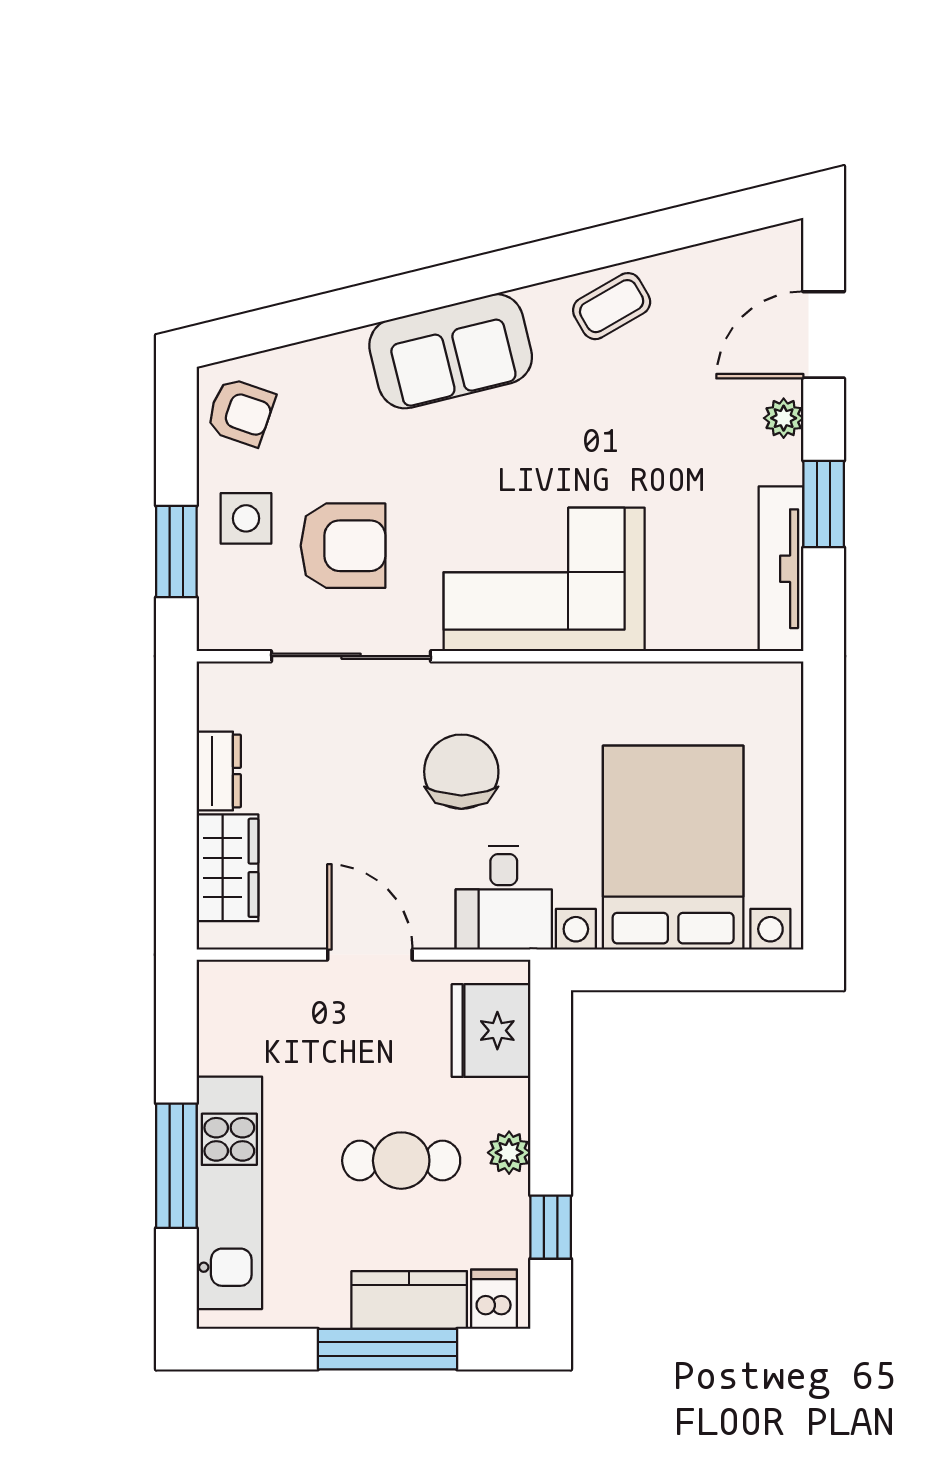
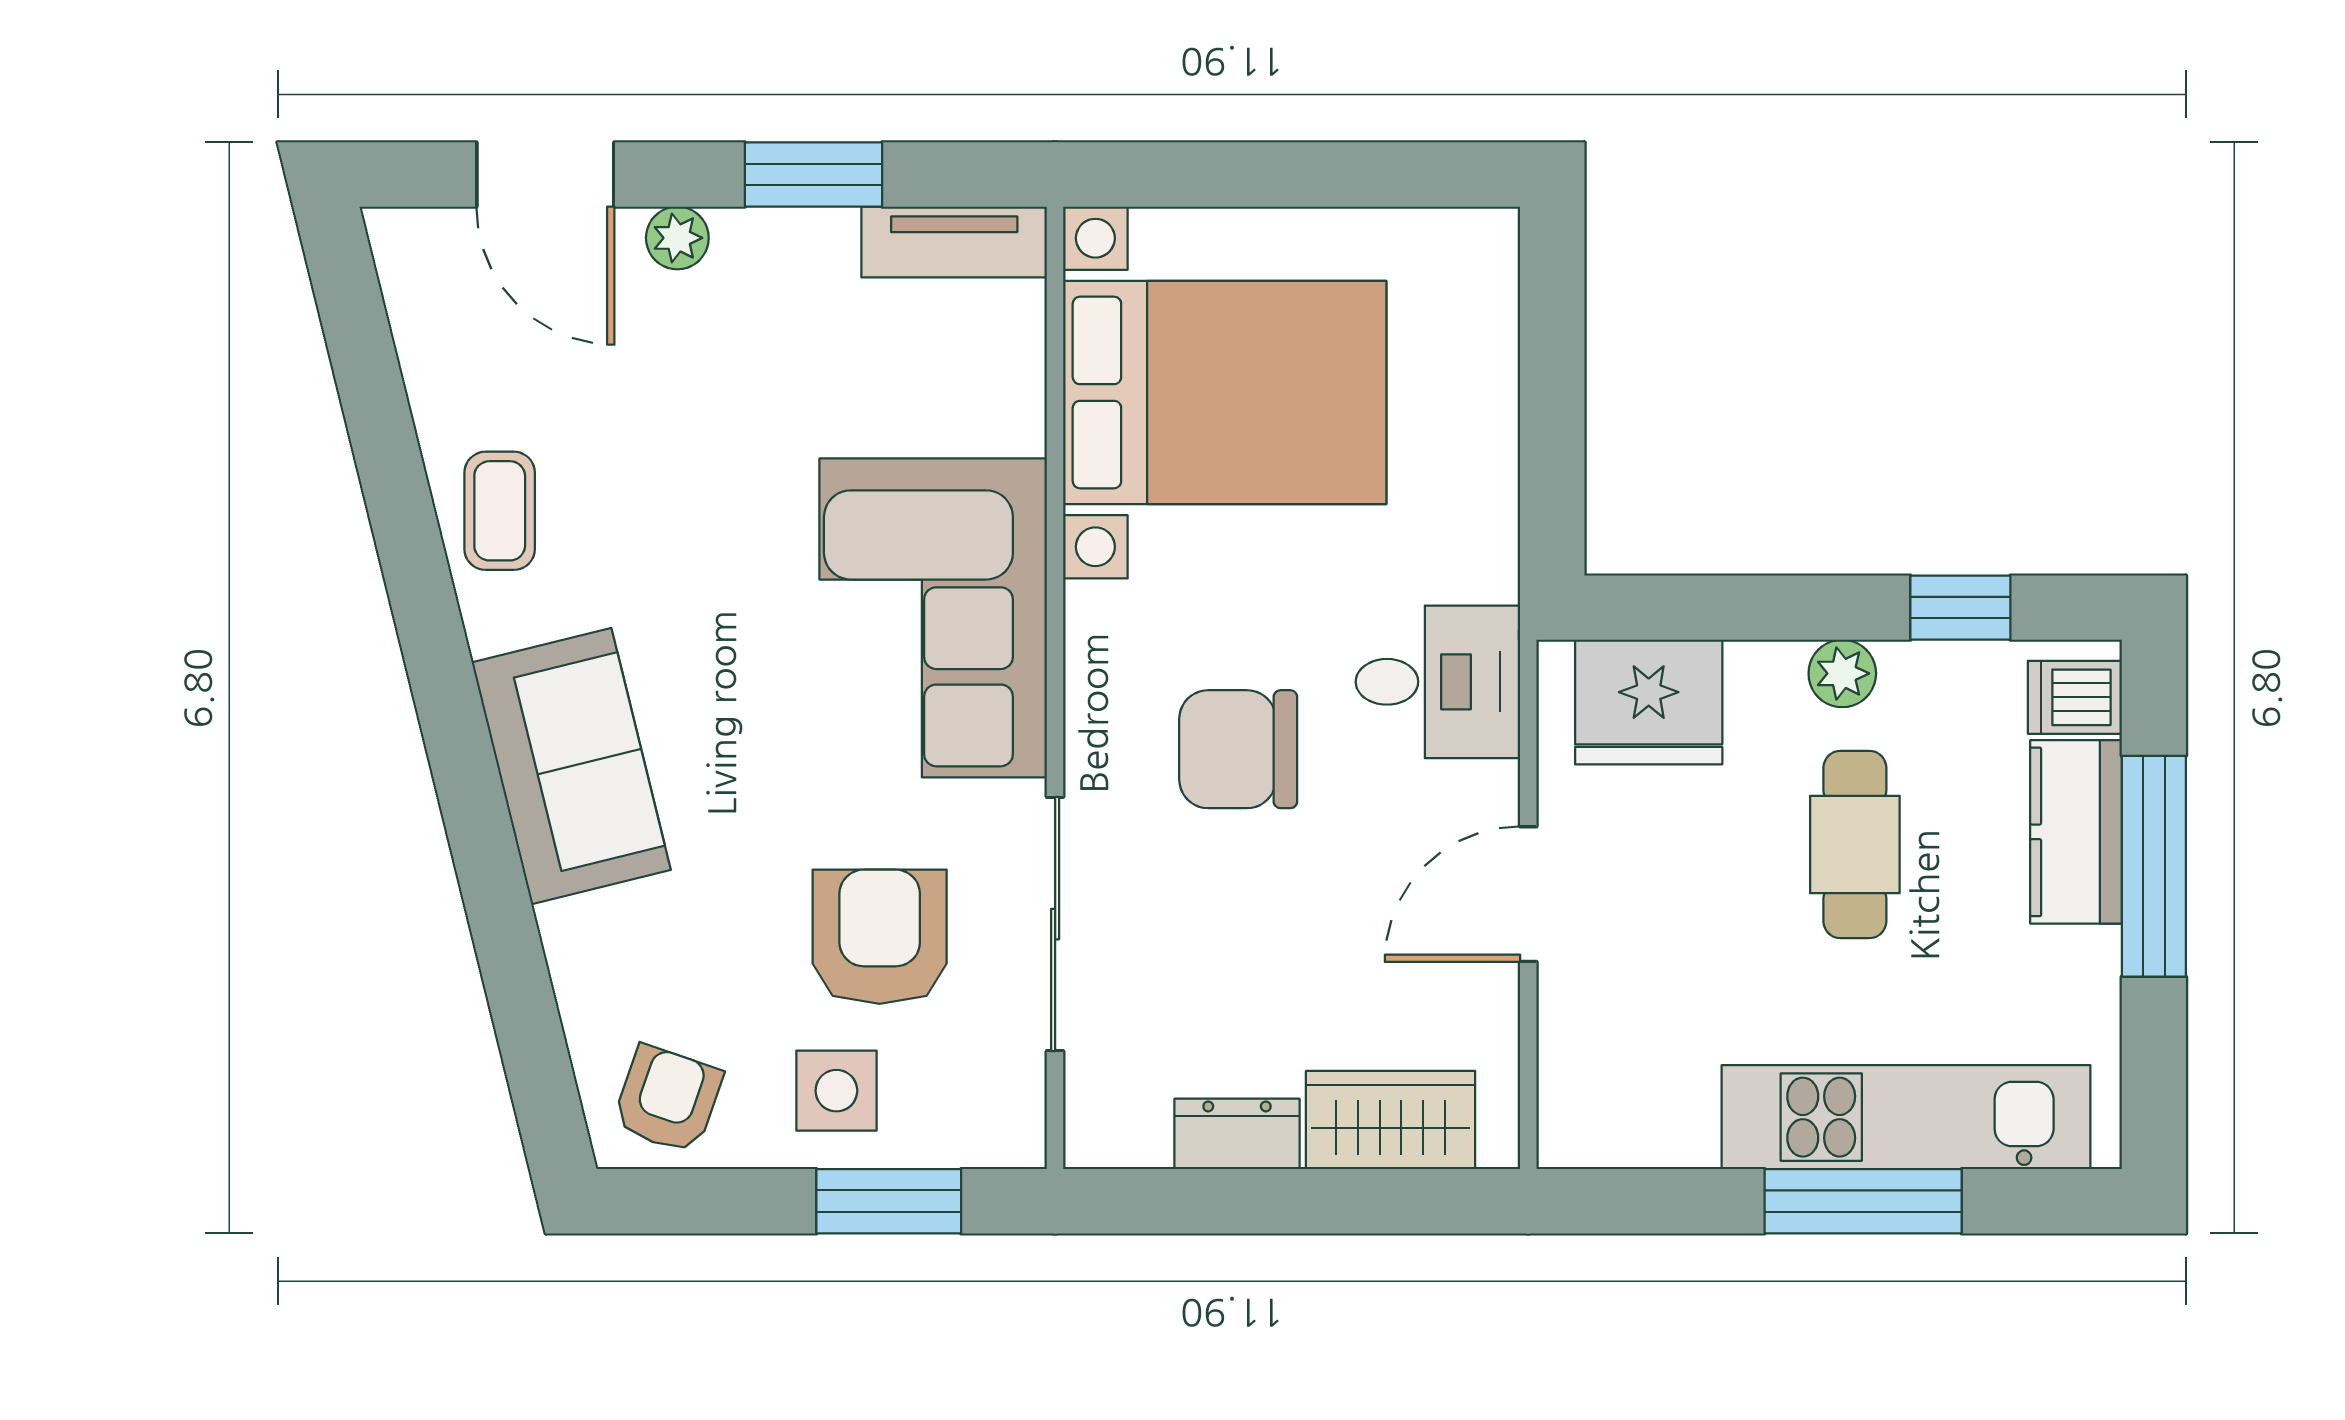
coffee table: (612, 306) -> (500, 511), turned 30
tv unit: (781, 569) -> (954, 242), width x0.71
bed with nightstands: (673, 848) -> (1225, 392), moved, turned 180

